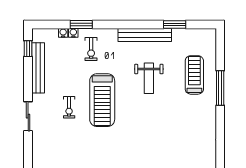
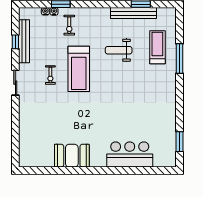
bench: (145, 35) -> (133, 13), moved
window: (28, 49) -> (15, 42), moved
weight bench: (149, 78) -> (119, 50), turned 90

